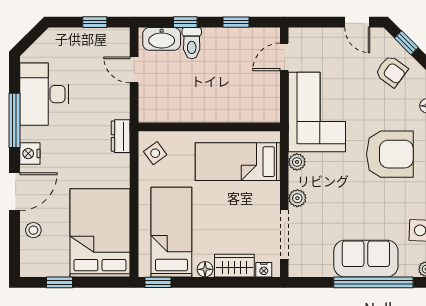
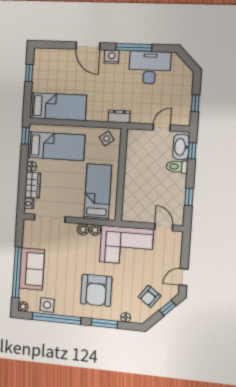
window: (185, 22) -> (192, 151), moved
plant: (297, 198) -> (83, 229), moved
stool: (33, 230) -> (63, 57), removed
bed: (100, 233) -> (58, 107), width x0.67

